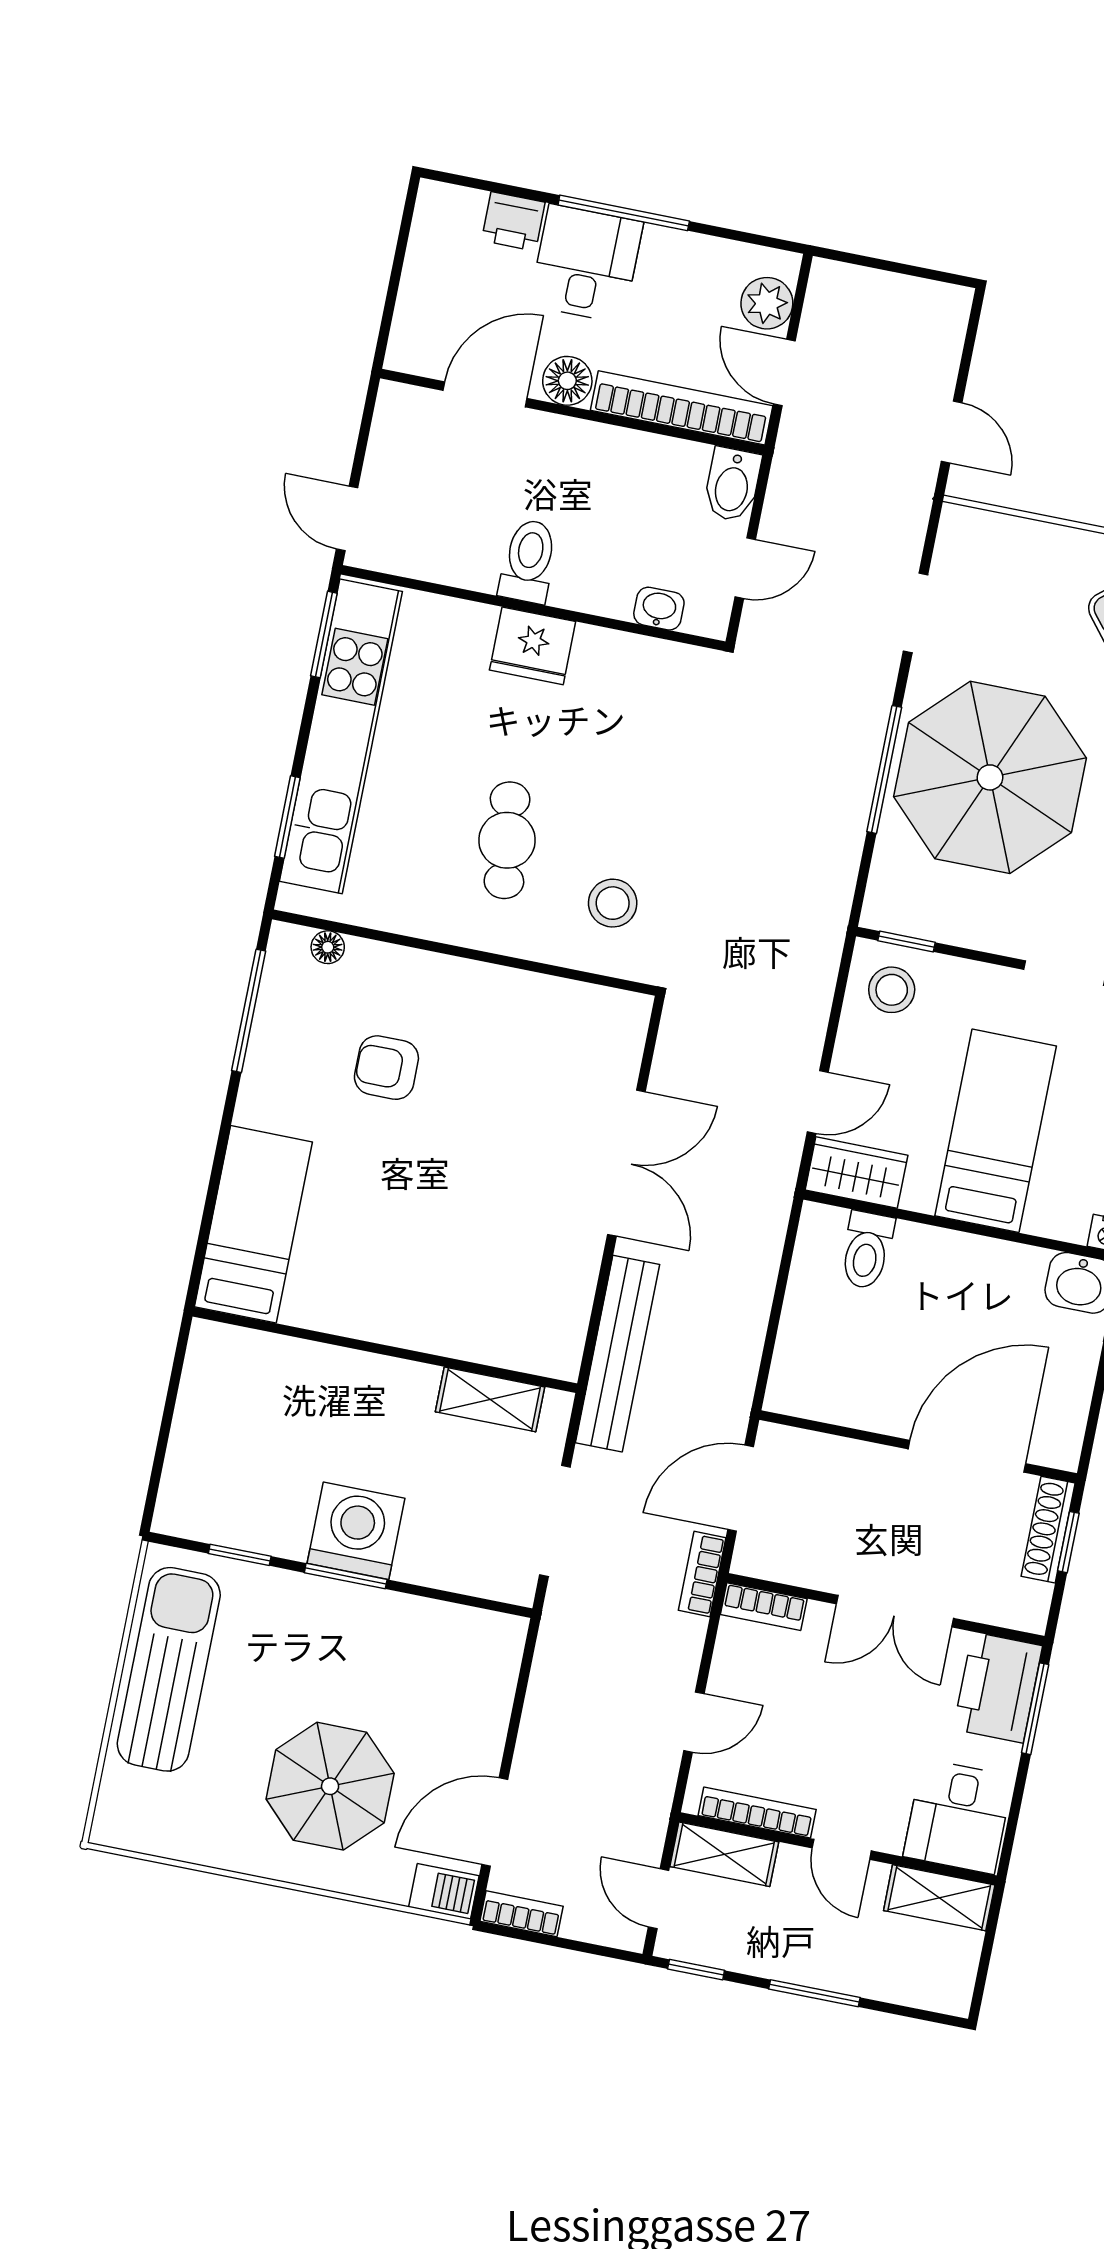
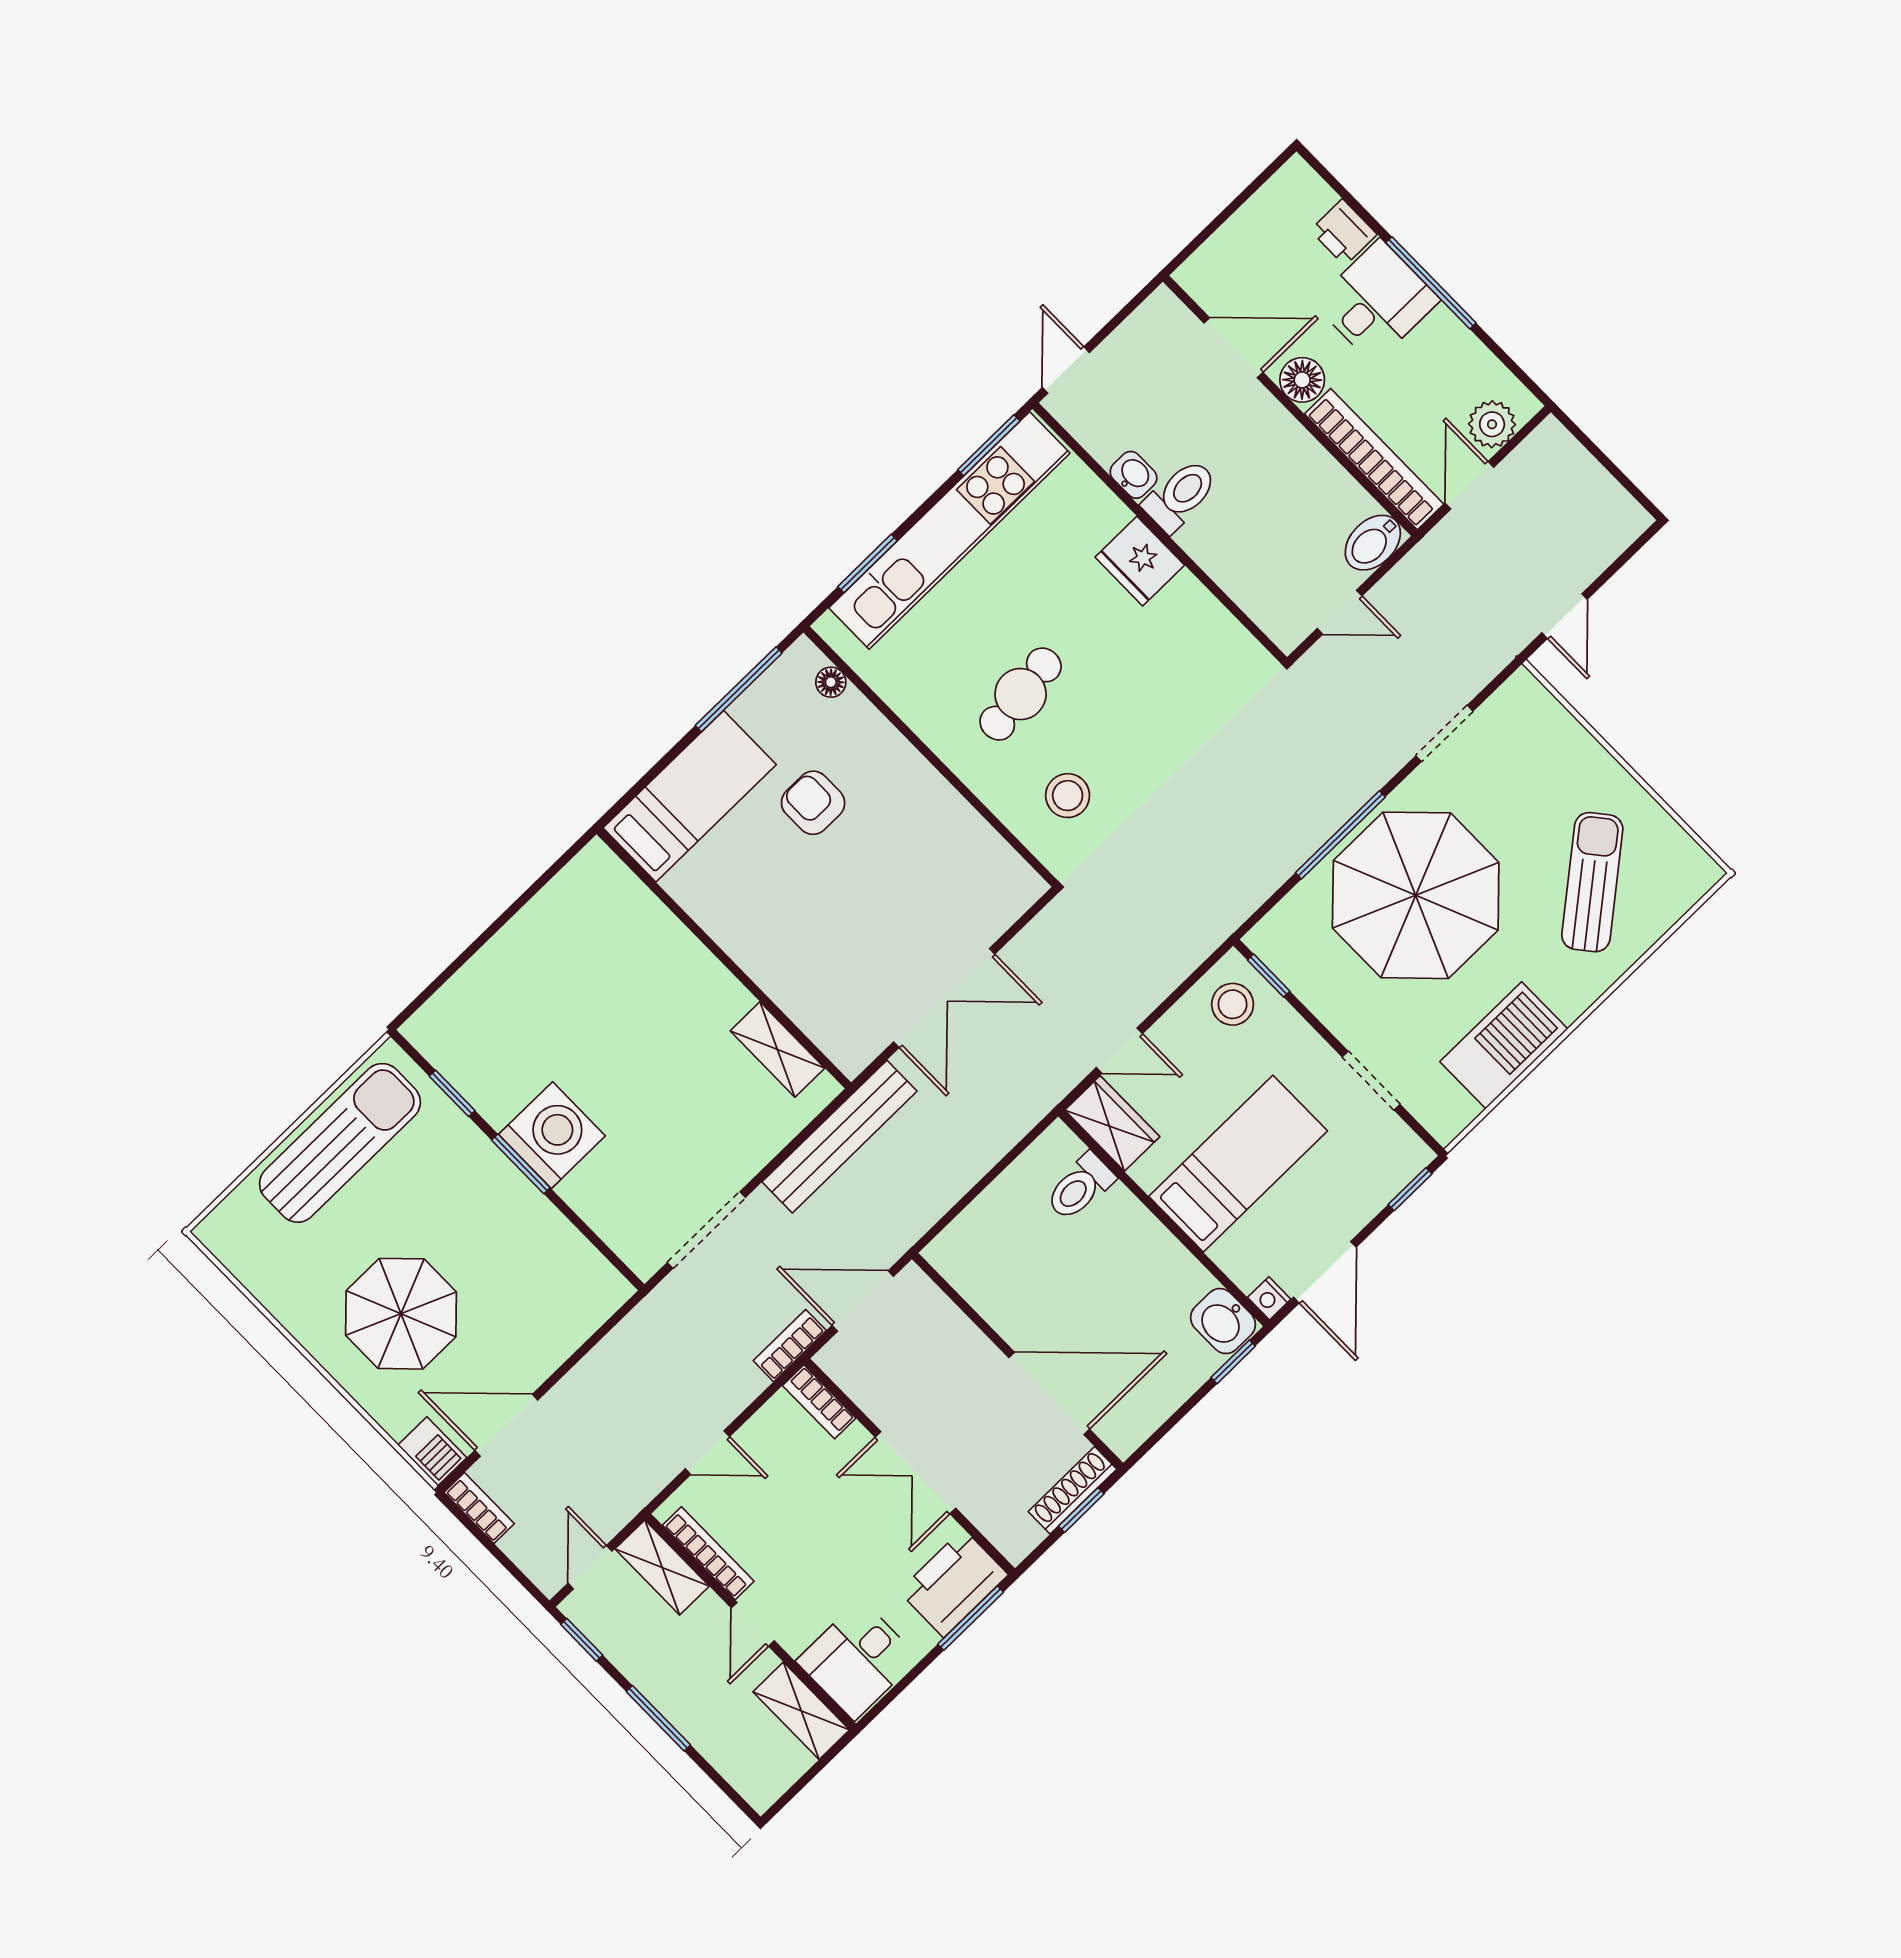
washbasin: (659, 609) -> (1134, 475), moved
bed: (253, 1224) -> (690, 796), moved
wall: (385, 1350) -> (724, 958), moved
shelving: (490, 1399) -> (777, 1049), moved

